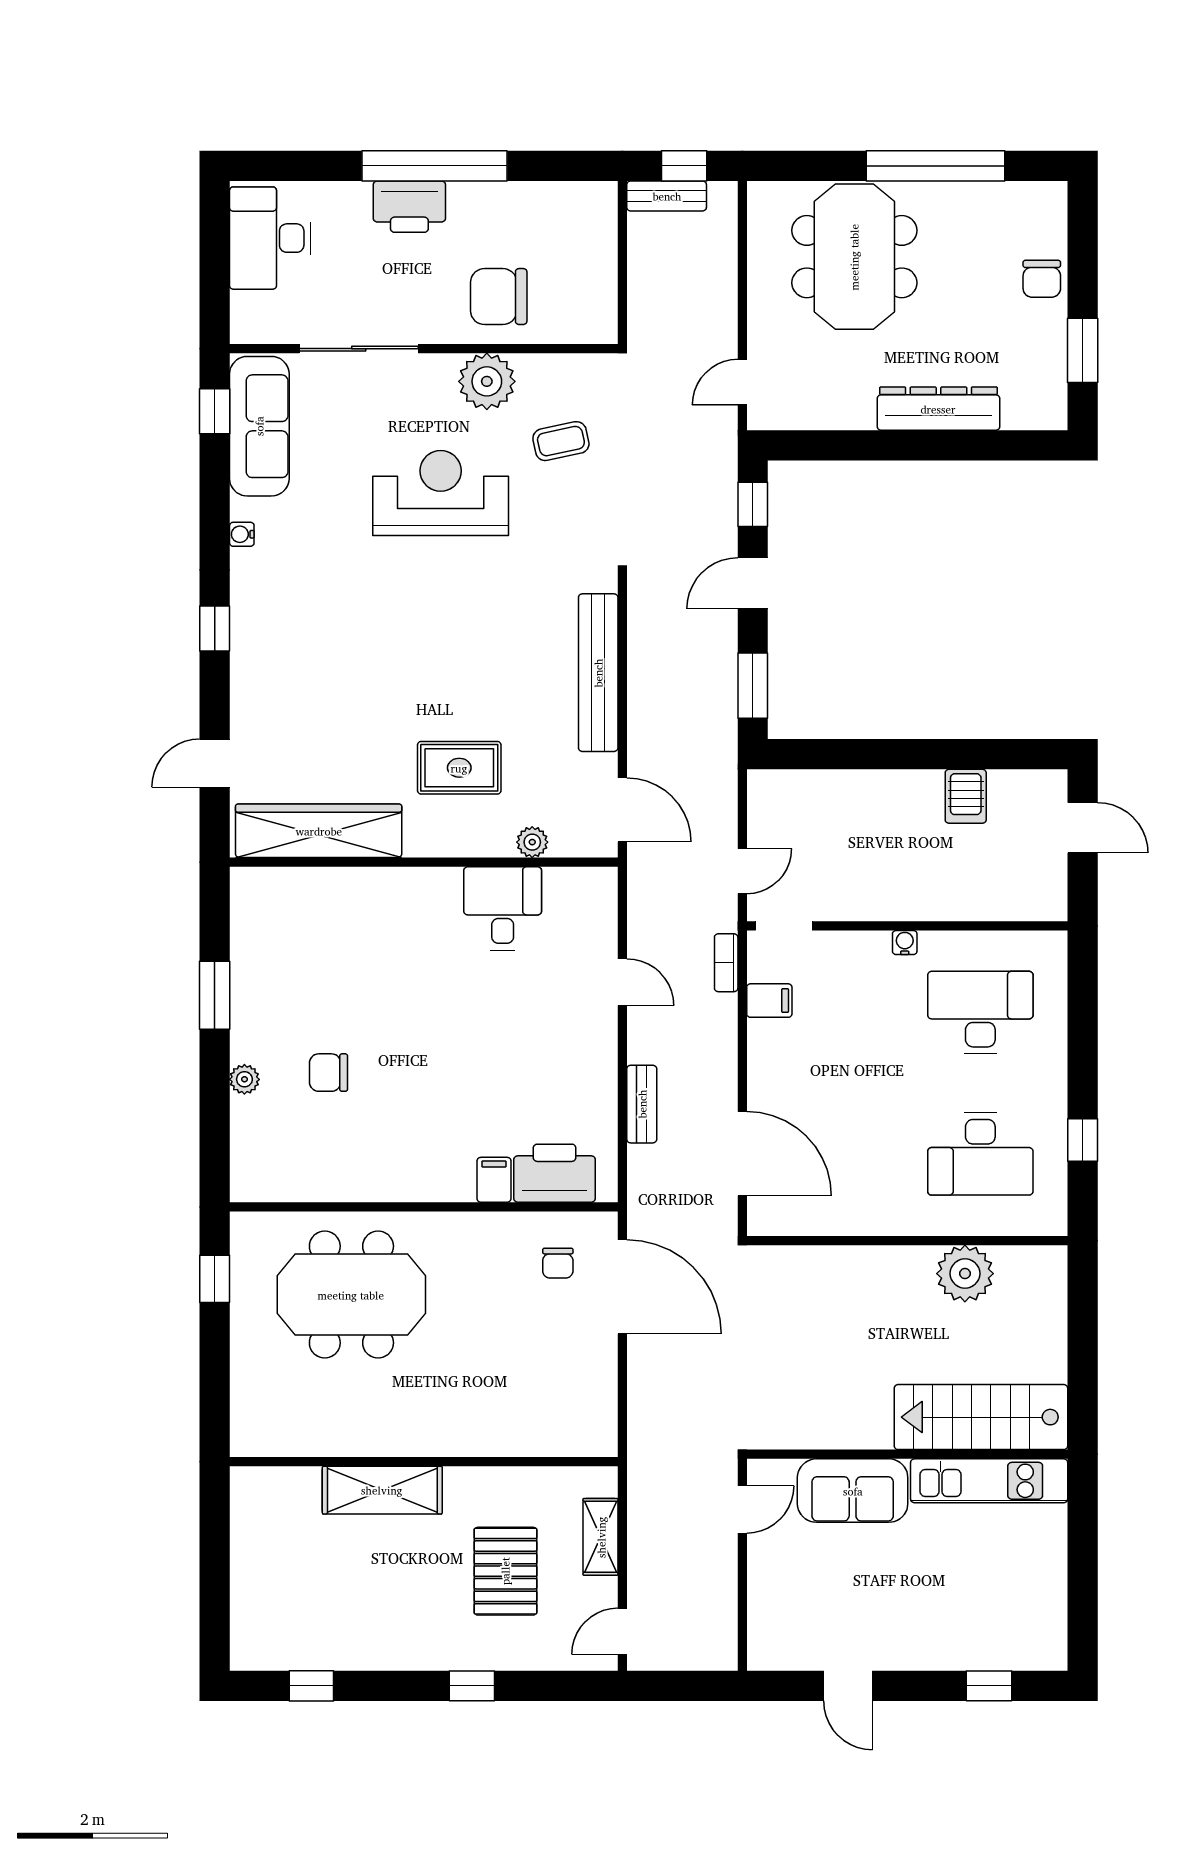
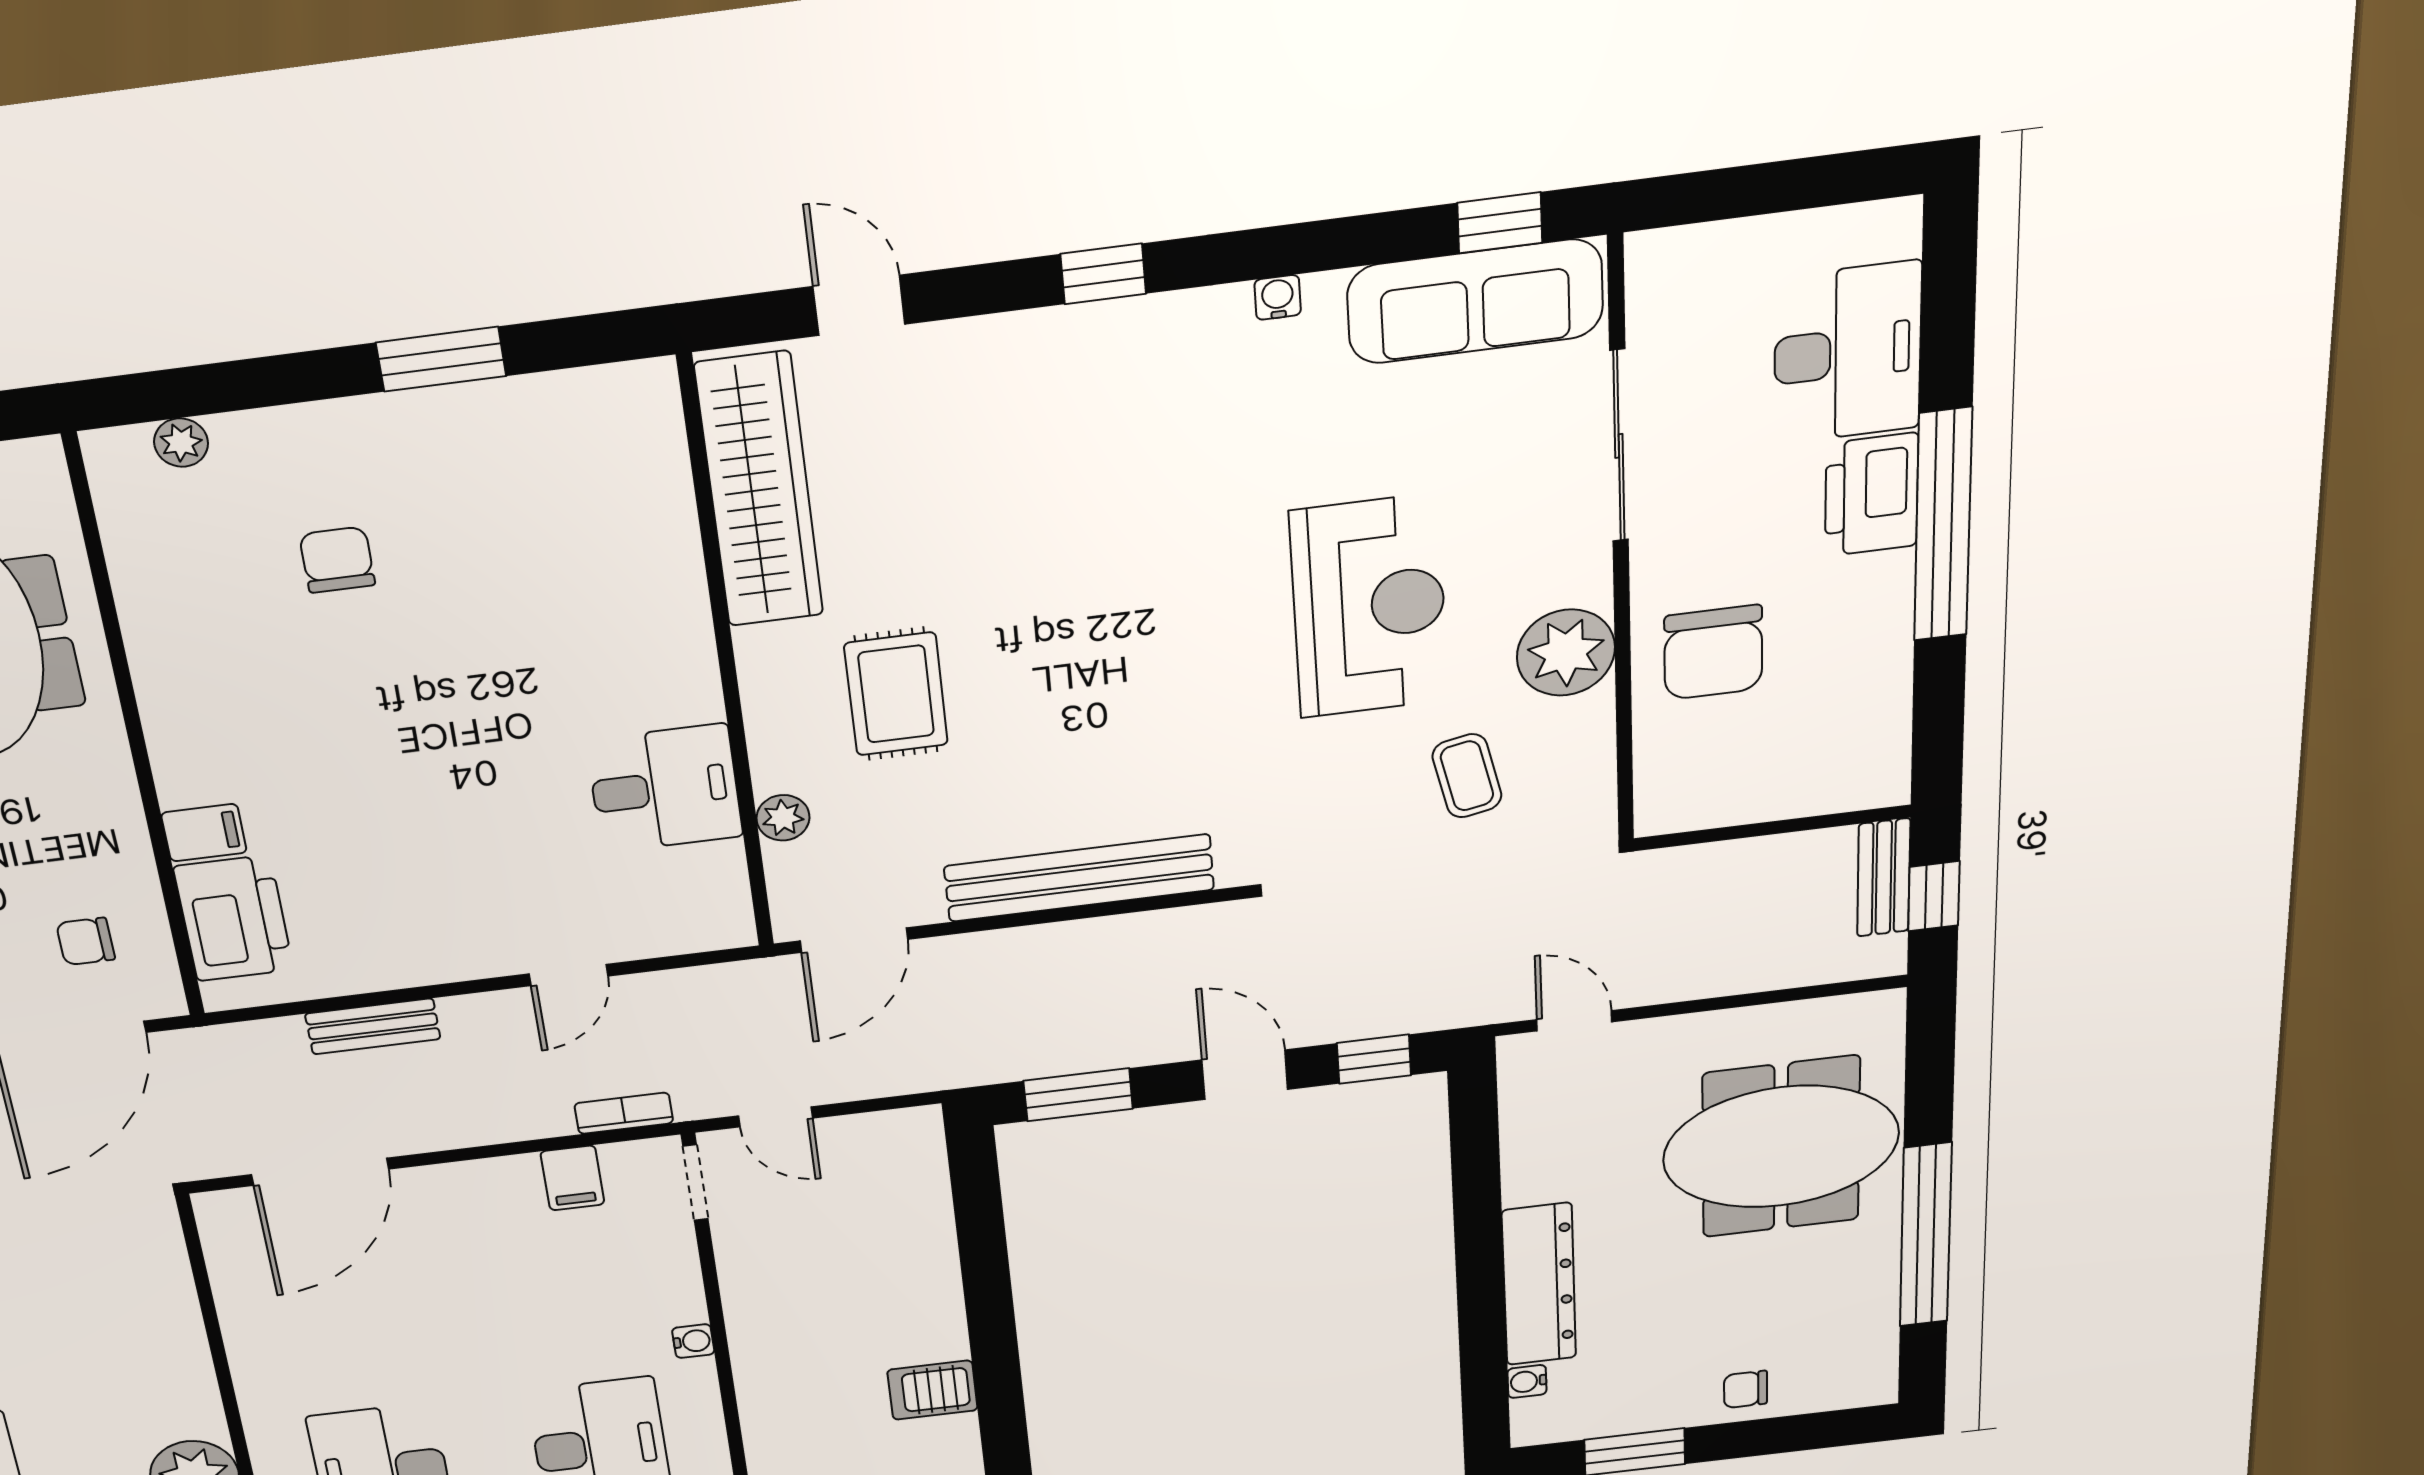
desk: (270, 238) -> (1848, 353), moved, turned 90
chair: (1042, 279) -> (1746, 1389), width x0.73, depth x0.73
chair: (499, 297) -> (1713, 652), turned 180
water cooler: (1015, 418) -> (1527, 1381), added
plant: (244, 1079) -> (181, 443), moved

